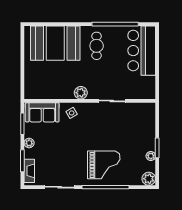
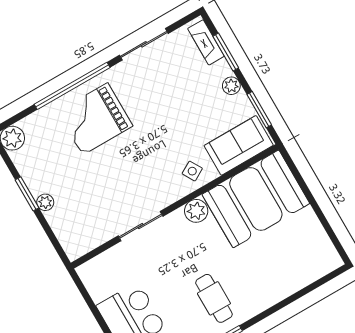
booth: (55, 43) -> (256, 199), moved
plant: (151, 156) -> (45, 202), moved

